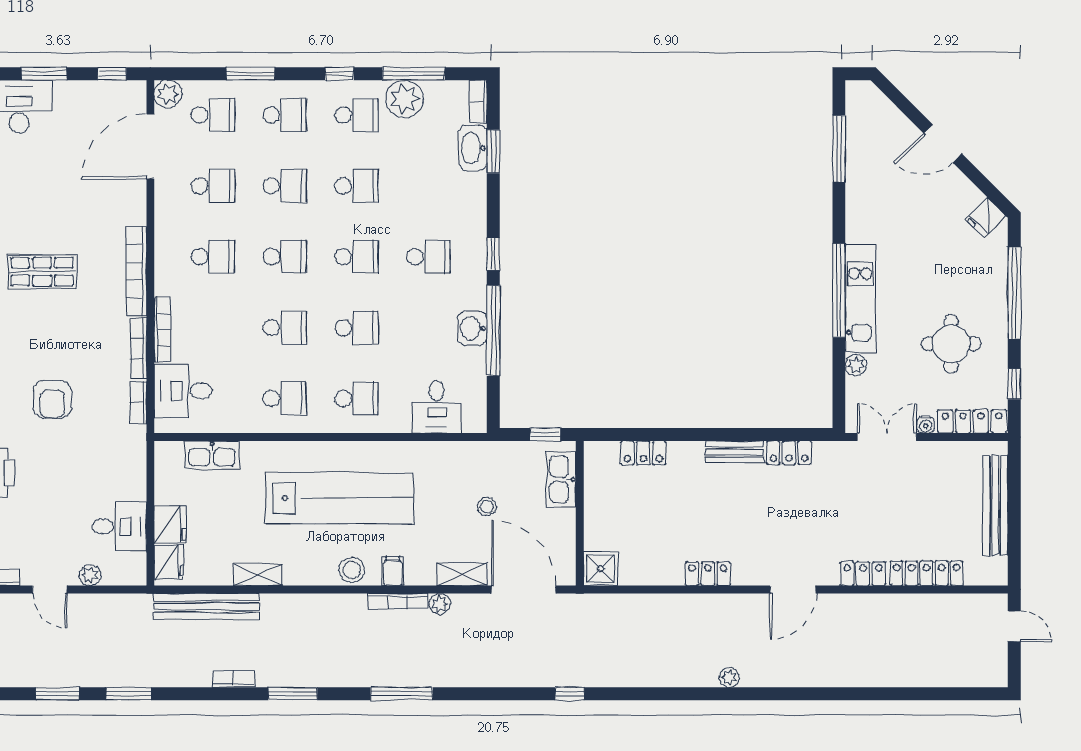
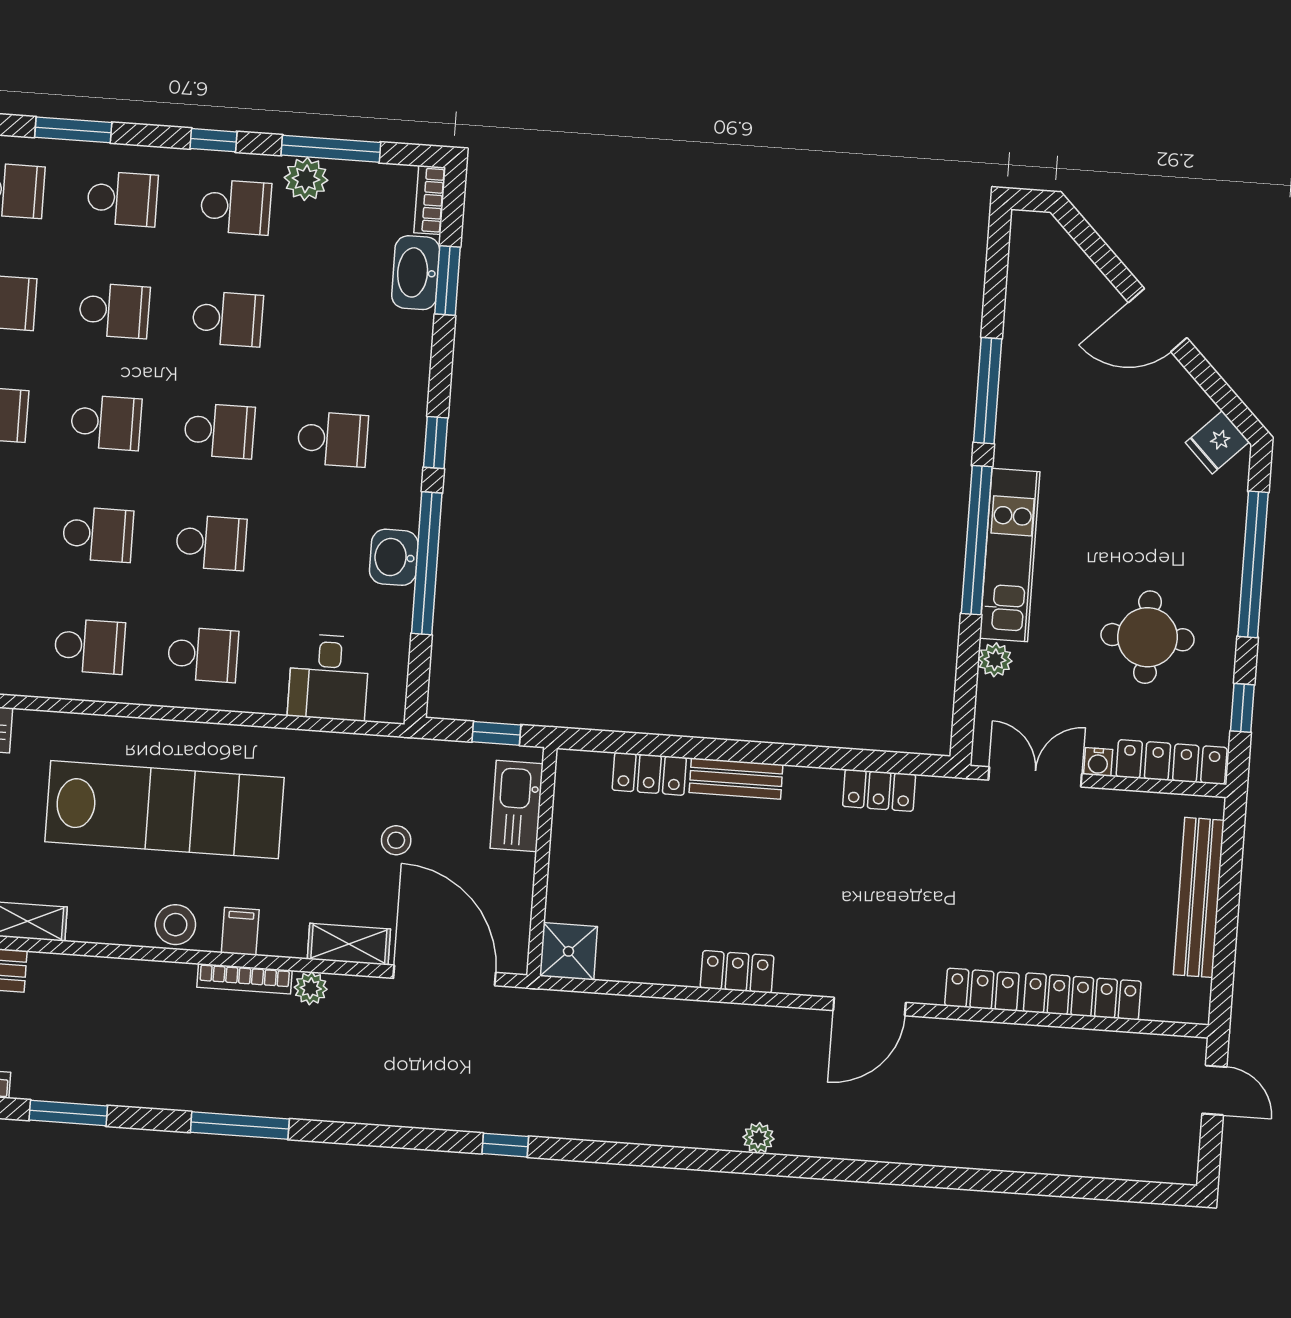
plant: (404, 99) -> (306, 179), width x0.73, depth x0.73
window: (839, 149) -> (988, 391), moved
bench: (734, 452) -> (736, 778), moved

